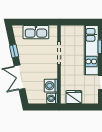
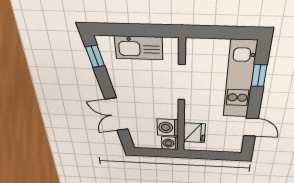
window: (14, 51) -> (95, 56), moved
fridge: (74, 97) -> (194, 133), moved, turned 90

